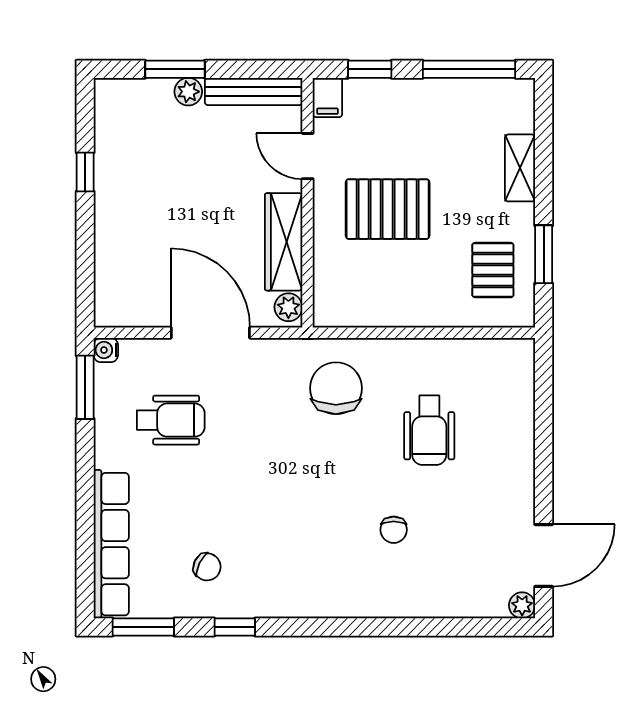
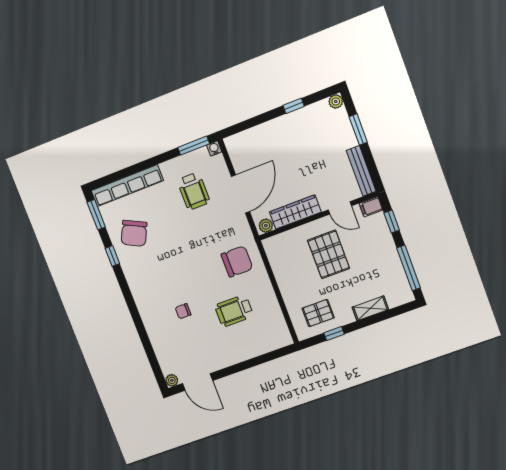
plant: (188, 92) -> (336, 101), moved
door: (308, 156) -> (340, 208), swing flipped
window: (544, 254) -> (334, 333), width x0.67
chair: (207, 567) -> (134, 233), width x1.87, depth x1.87

